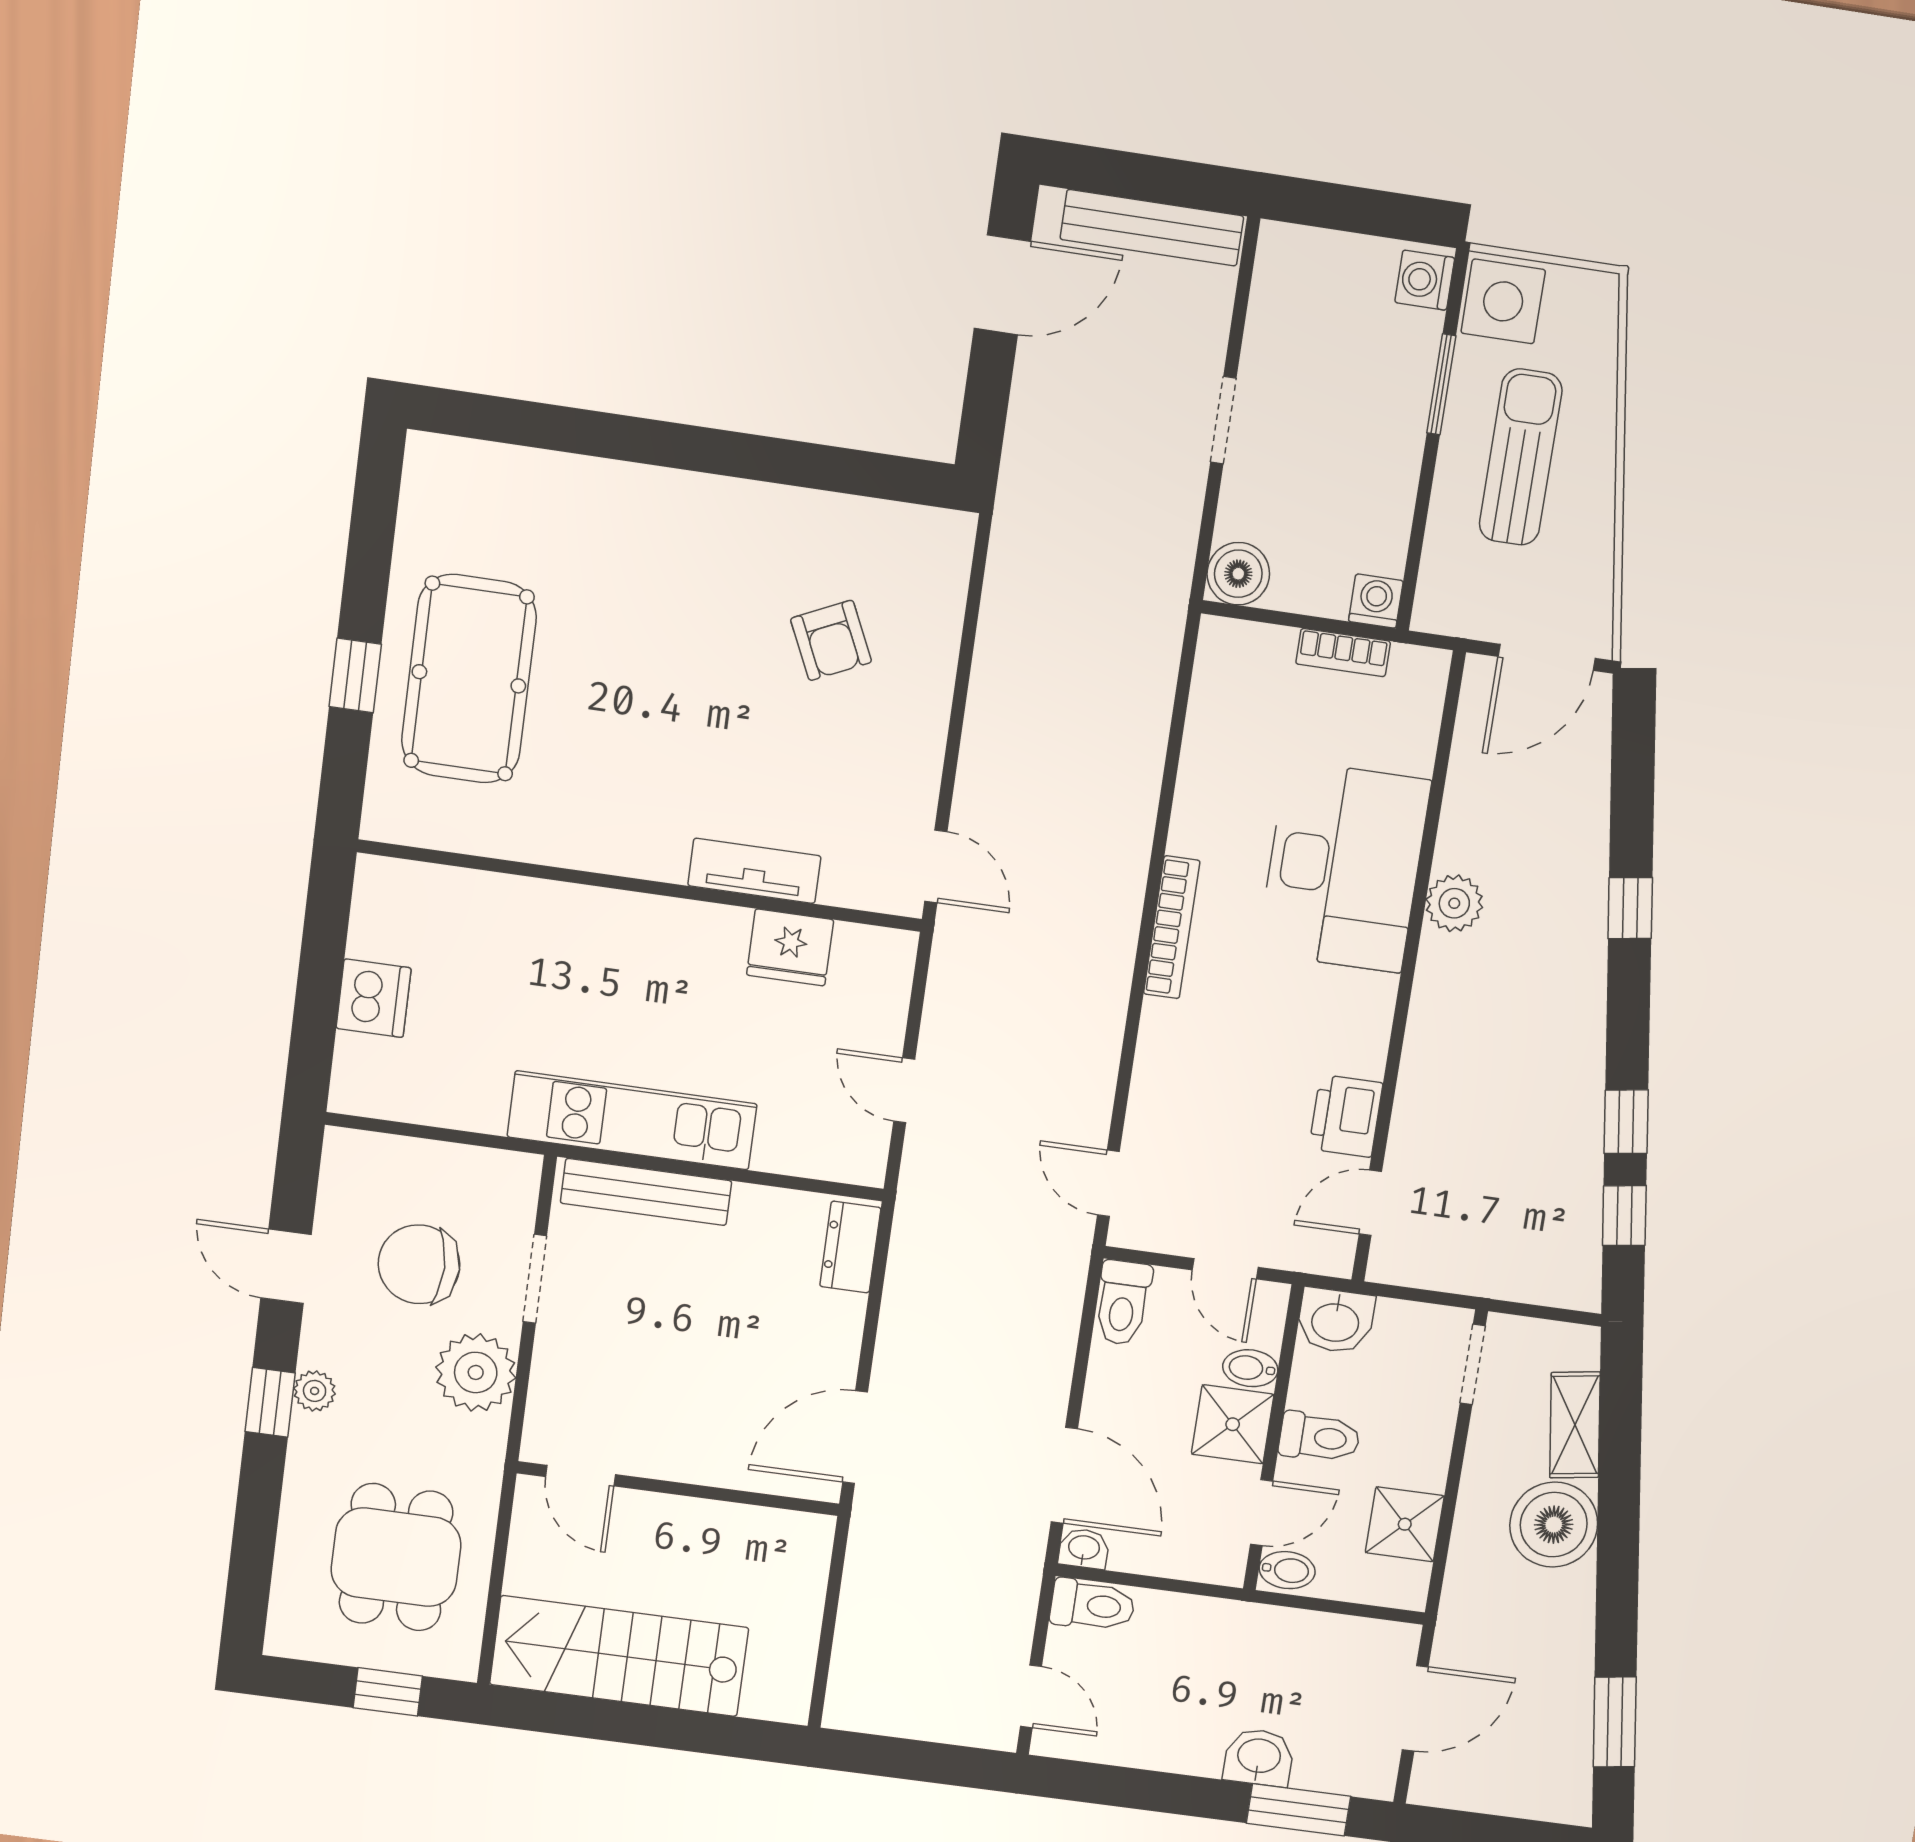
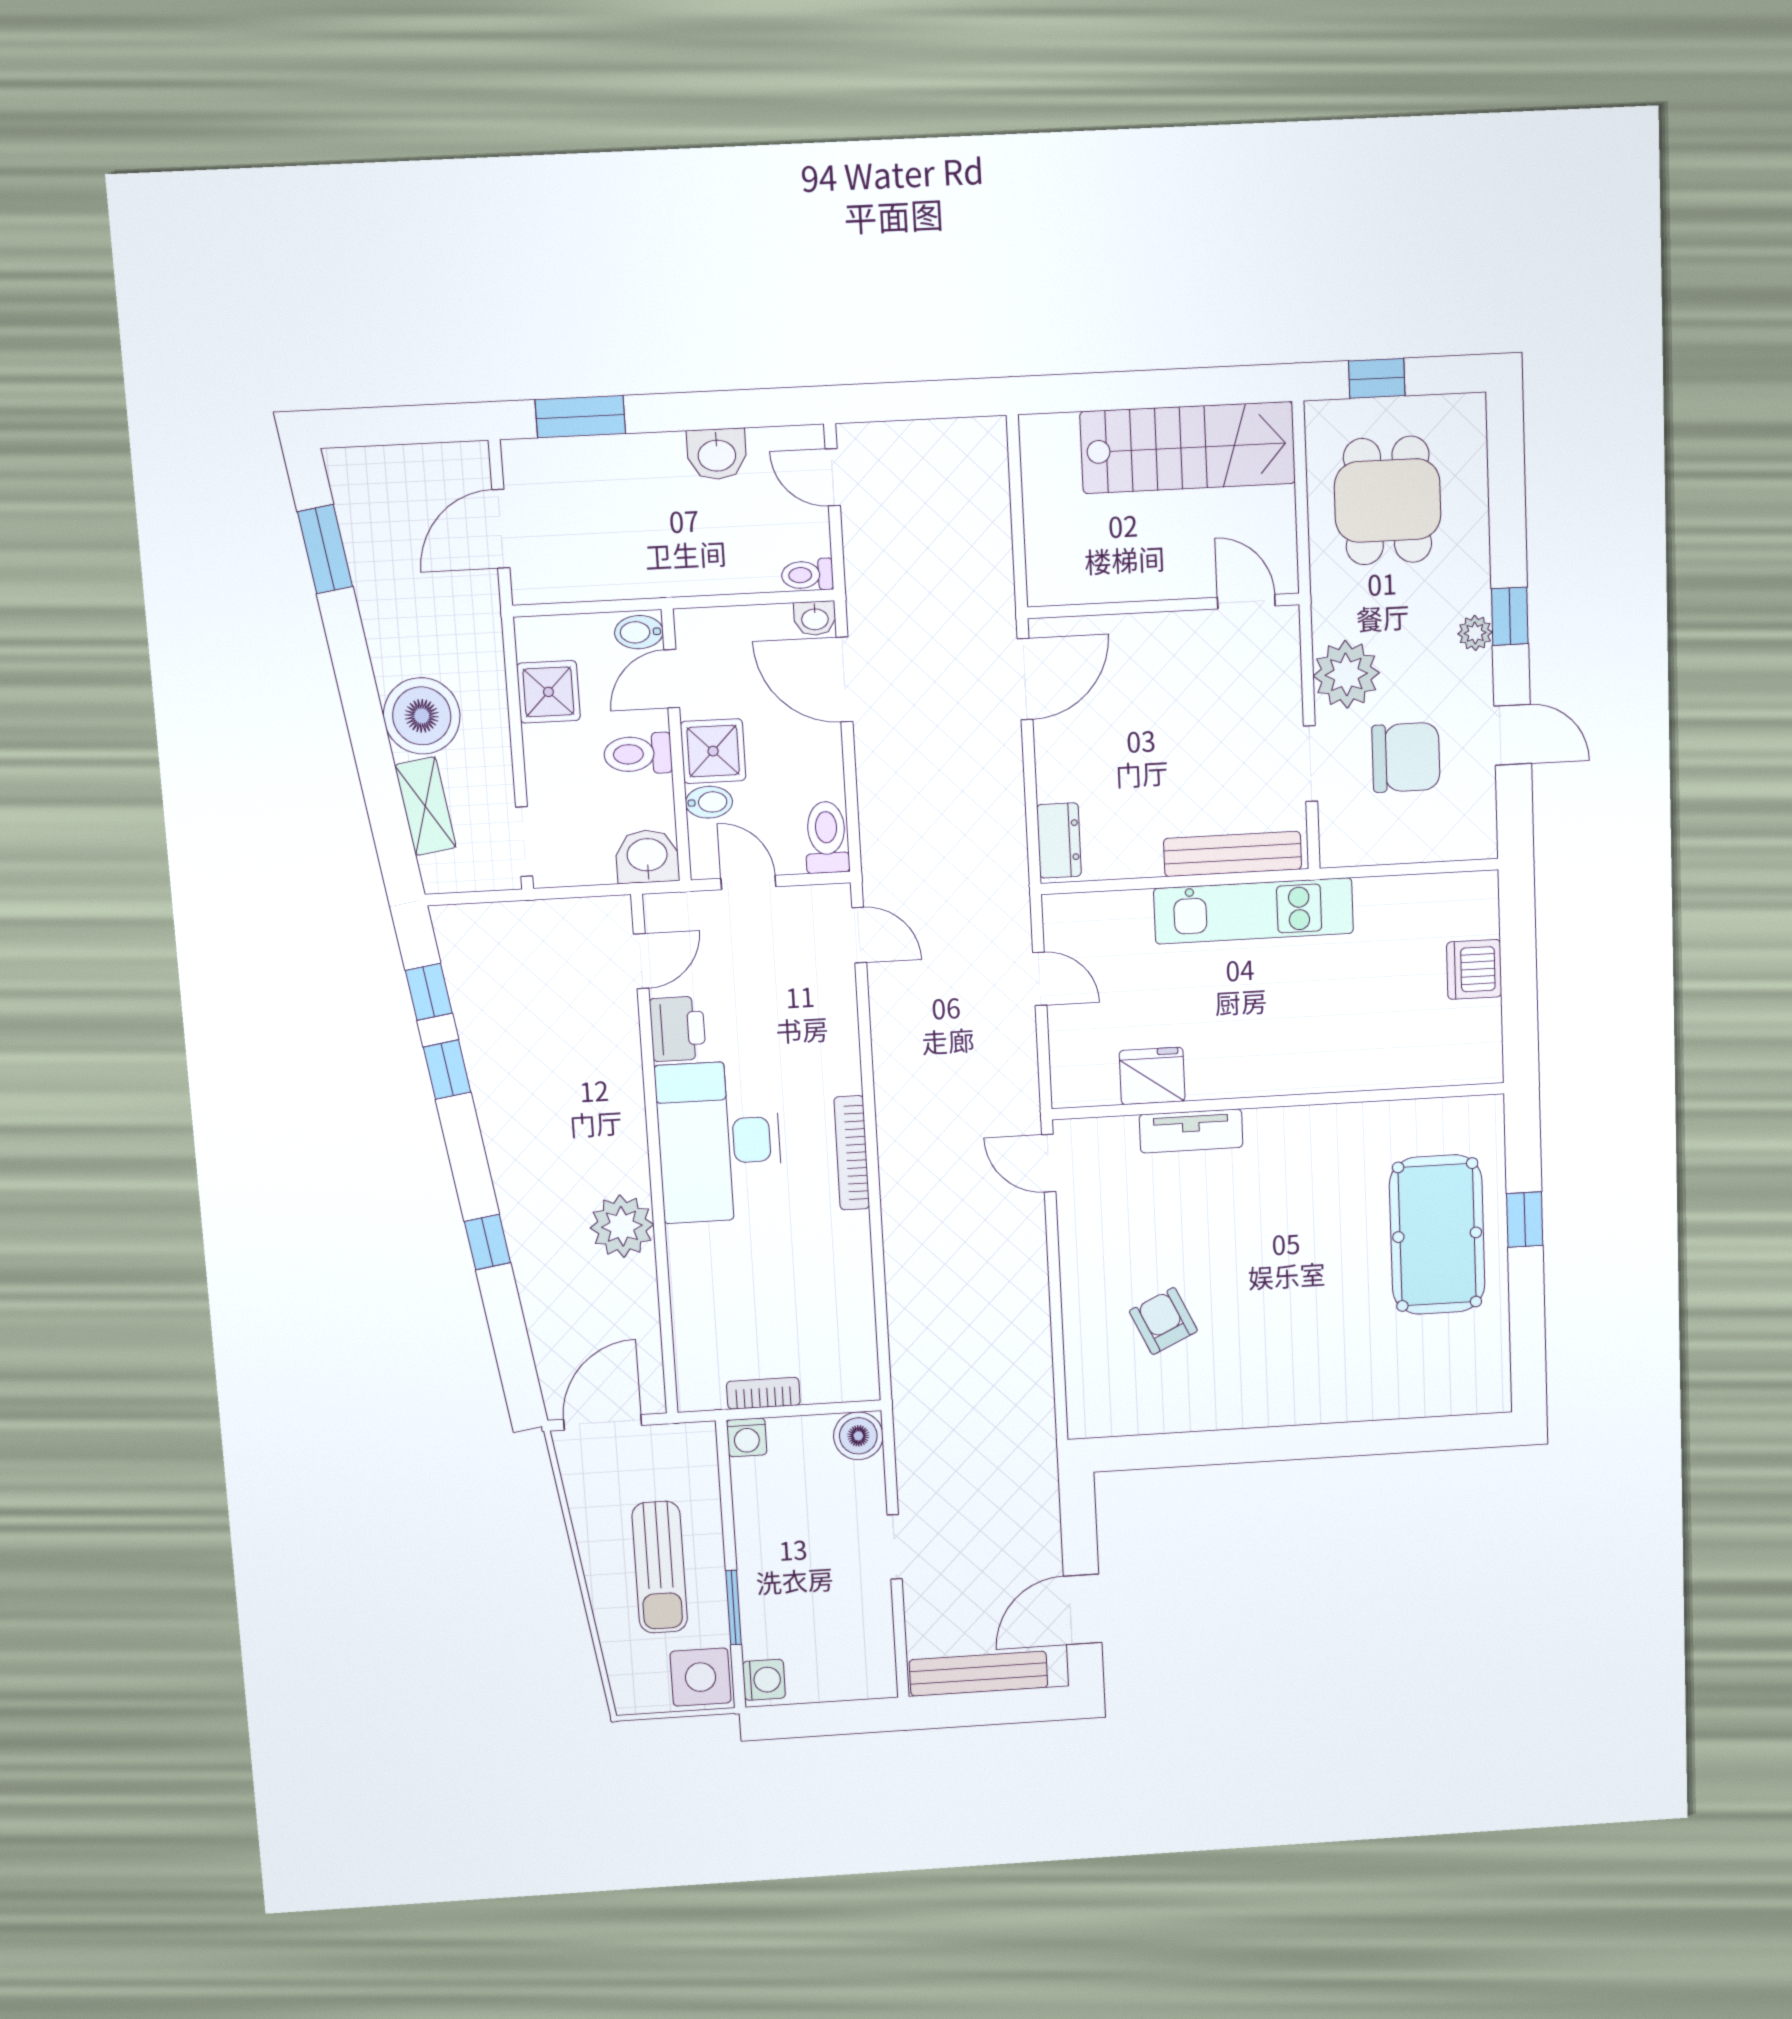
desk: (1344, 867) -> (719, 1142), moved
plant: (1454, 903) -> (622, 1226), width x1.36, depth x1.36
toilet: (1093, 1605) -> (807, 575), width x0.73, depth x0.72
washbasin: (1259, 1757) -> (717, 454), moved

